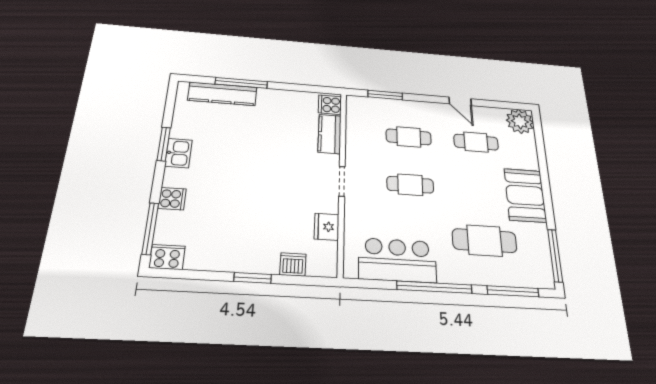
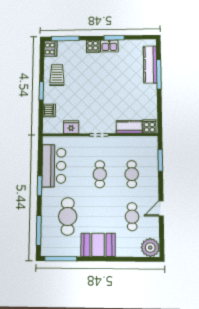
cooker: (172, 199) -> (93, 46), moved
trolley: (224, 247) -> (57, 75), added
window: (434, 287) -> (40, 186), width x0.47

